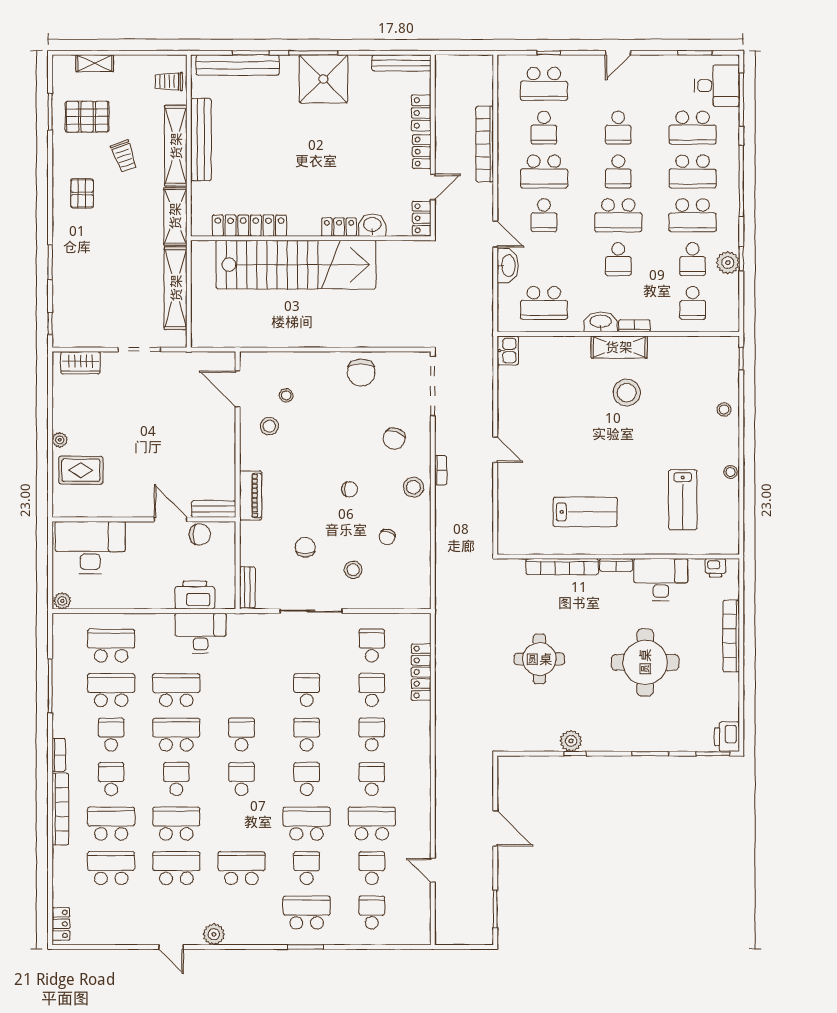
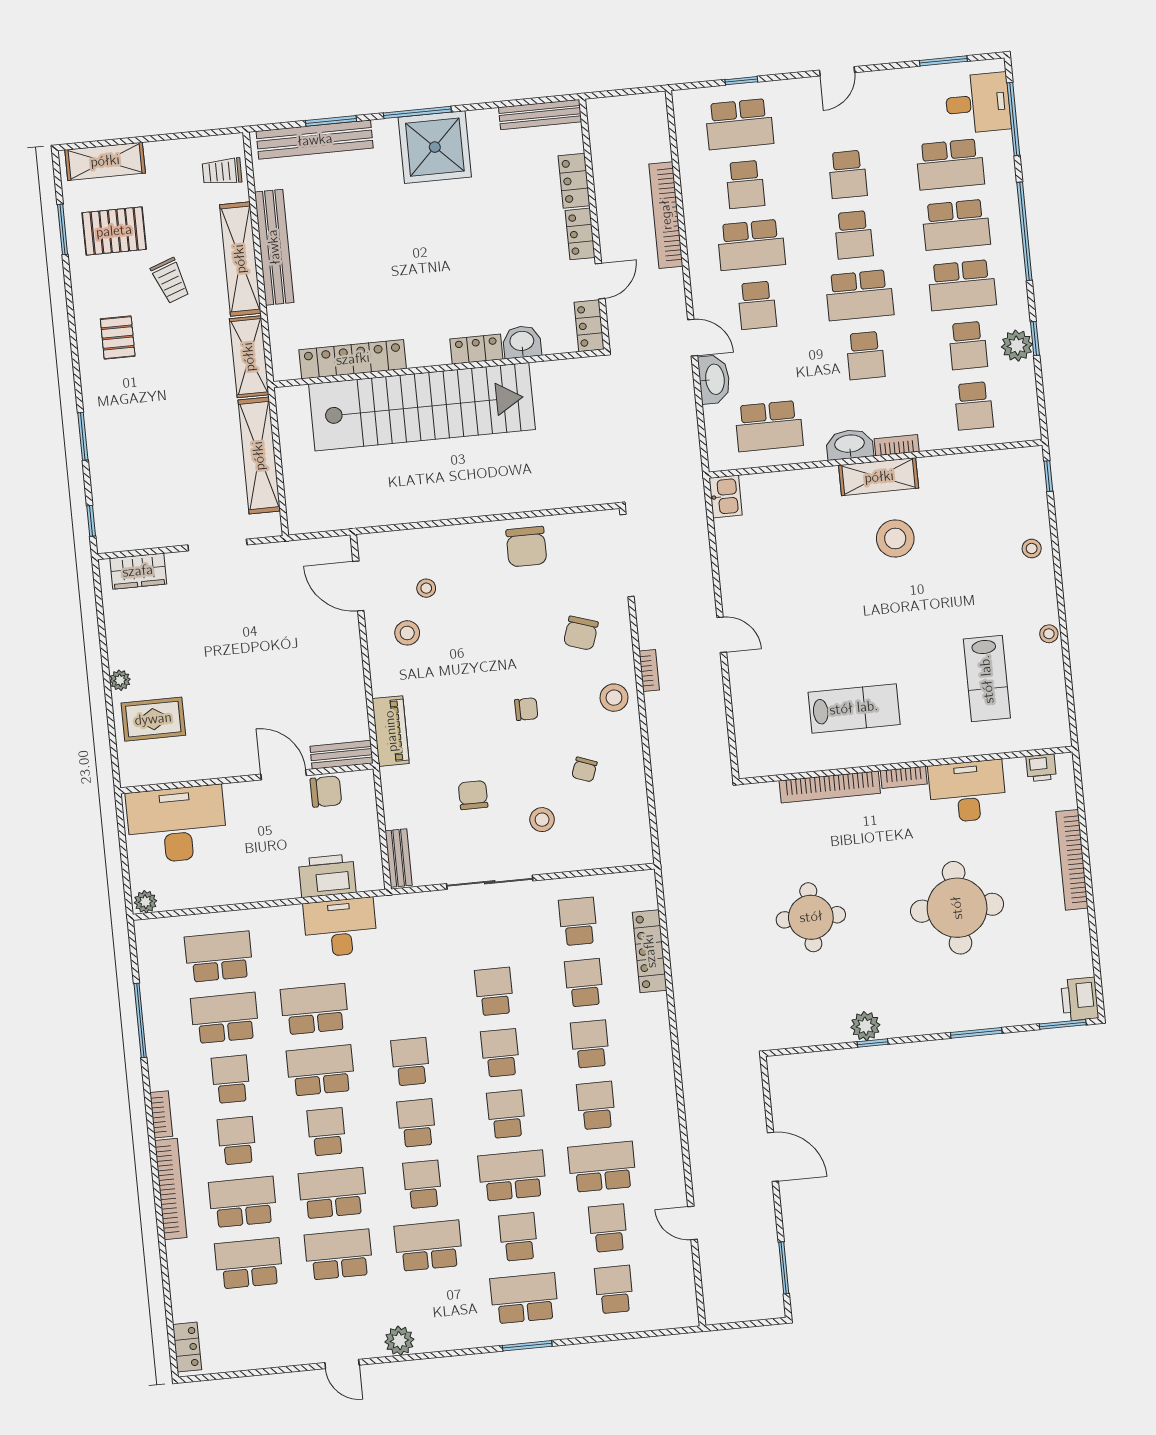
shelving: (95, 63) -> (105, 161), width x1.50, depth x1.33
school desk: (241, 824) -> (422, 1184), added

